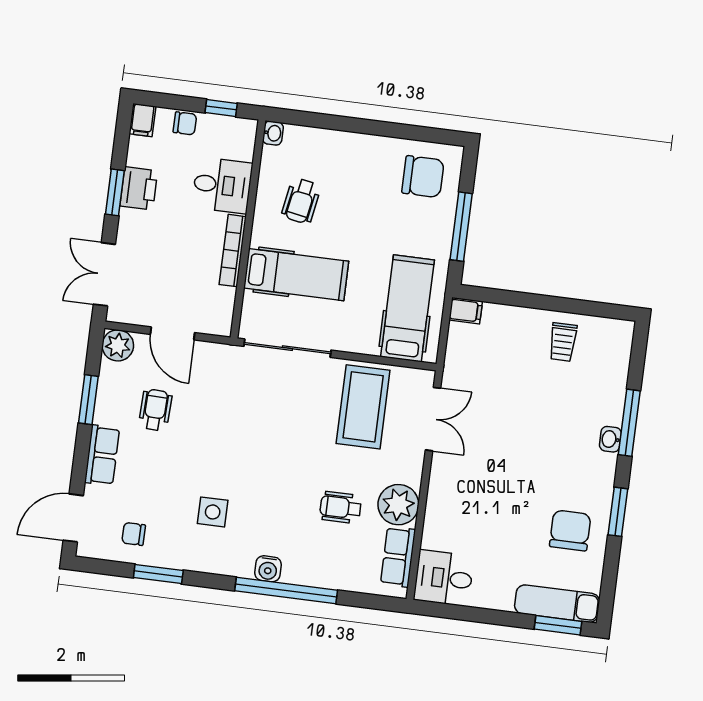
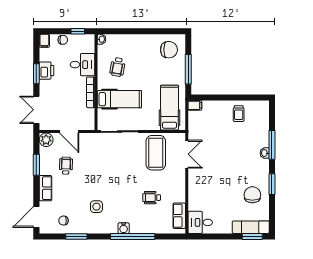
plant: (398, 505) -> (176, 193), removed

